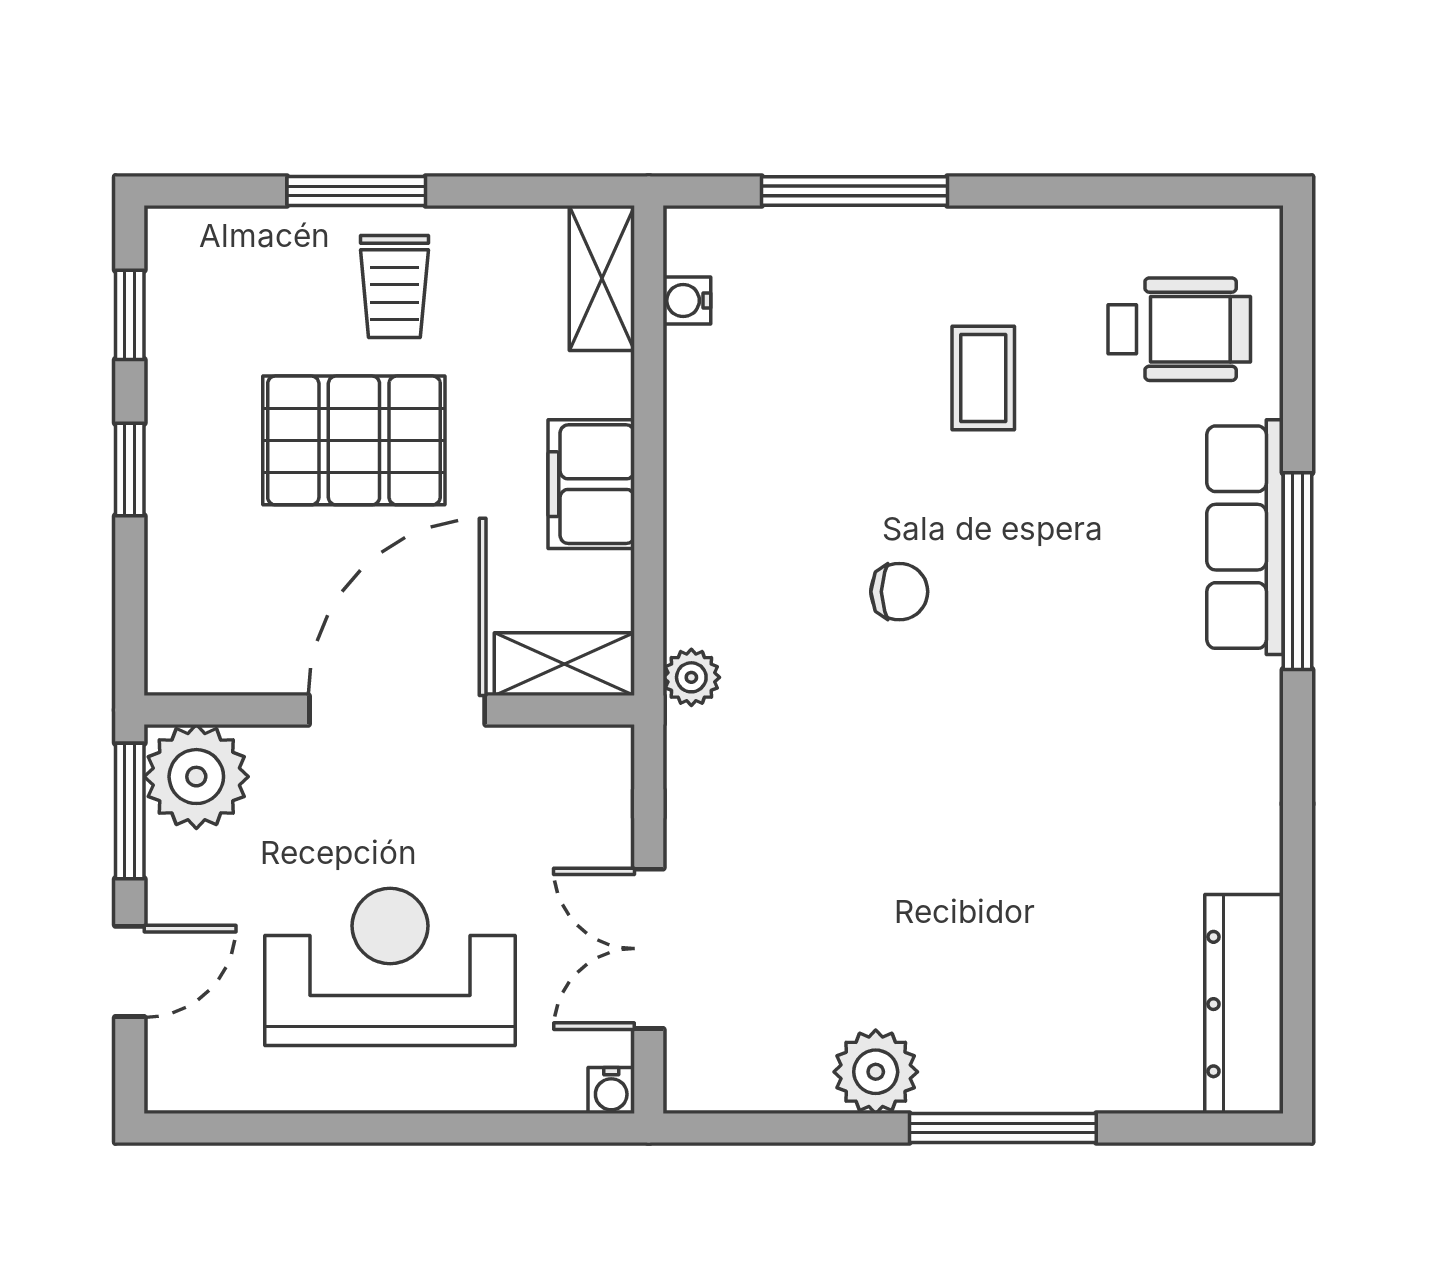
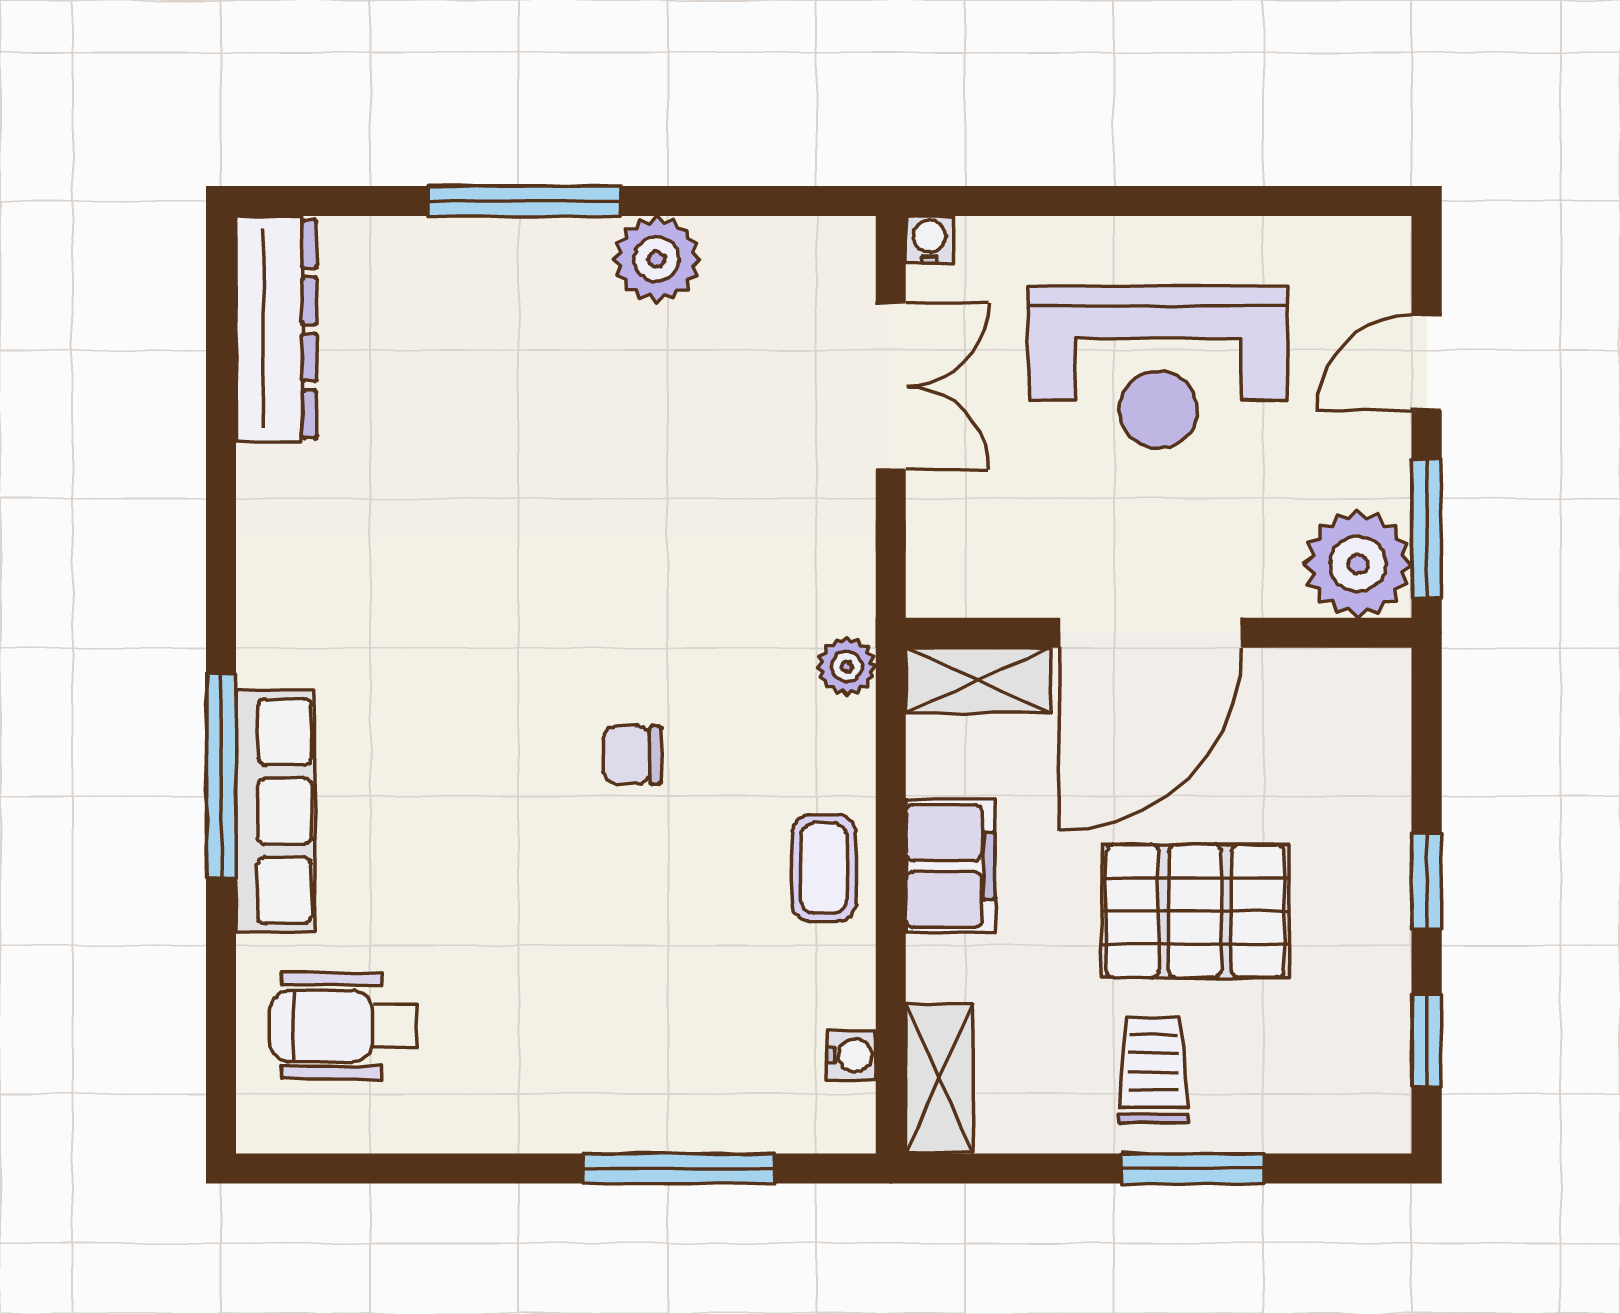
coffee table: (983, 378) -> (824, 868), moved

